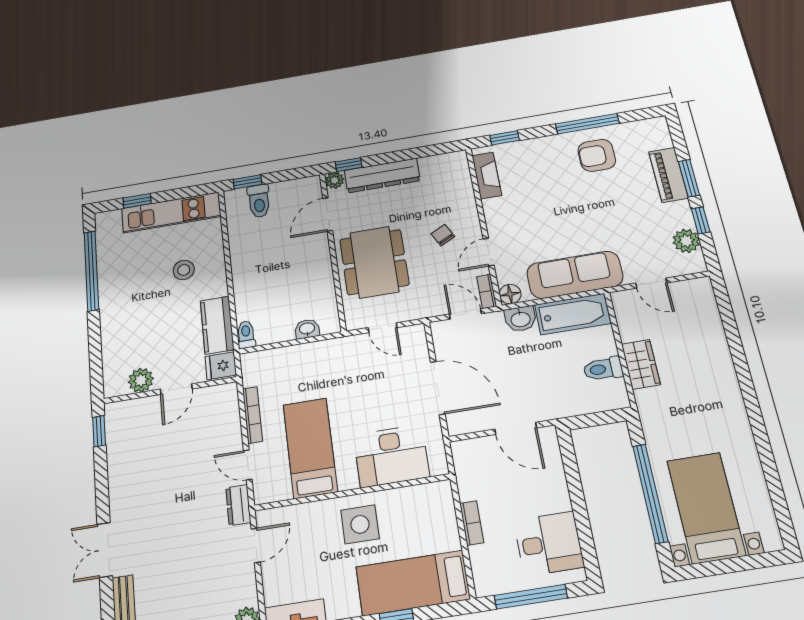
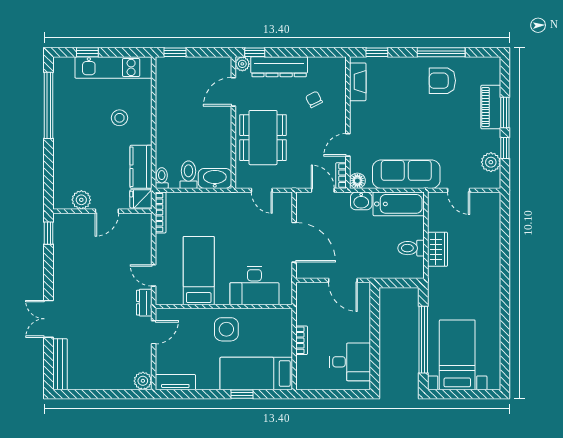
toilet: (259, 201) -> (188, 175), moved, turned 180
chair: (443, 235) -> (314, 99), moved
washbasin: (307, 329) -> (215, 178), width x1.91, depth x1.45
bookcase: (253, 415) -> (161, 213), moved
window: (531, 597) -> (332, 394), removed

